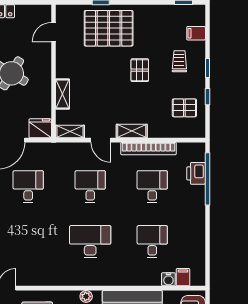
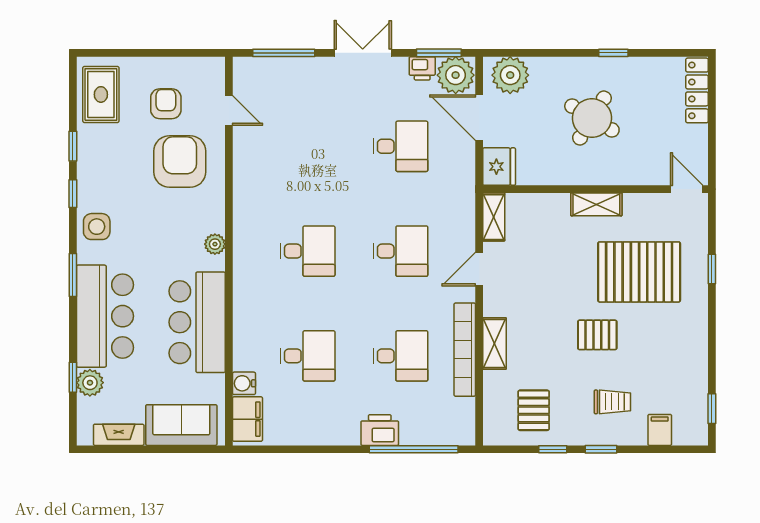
pallet: (109, 28) -> (639, 272), moved, turned 90
door: (54, 32) -> (687, 189), moved
shelving: (63, 94) -> (596, 204), moved
shelving: (132, 131) -> (494, 343), moved
printer: (196, 173) -> (380, 430), moved
desk: (90, 242) -> (308, 251), width x0.73
filing cabinet: (183, 277) -> (247, 419), width x2.00

